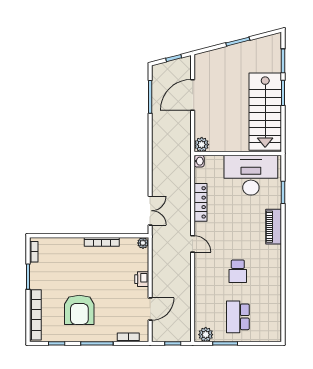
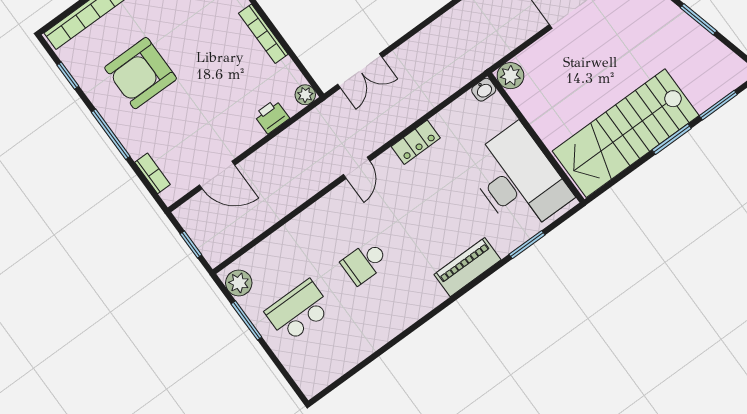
locker: (201, 202) -> (416, 142), width x0.66
printer: (142, 279) -> (272, 117), moved

